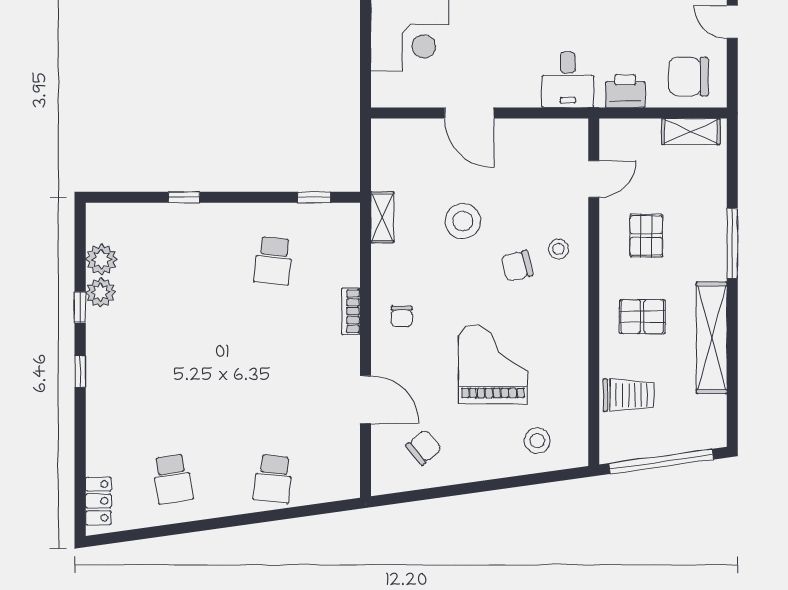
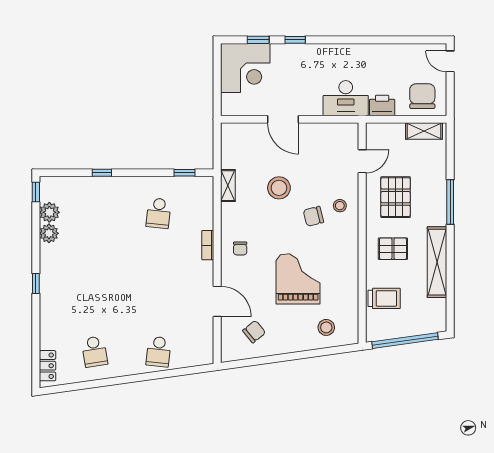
chair: (688, 77) -> (422, 96), turned 90
desk: (568, 80) -> (346, 98), width x1.37
pallet: (646, 236) -> (396, 197), width x1.50, depth x1.42
window: (80, 307) -> (36, 192), moved

